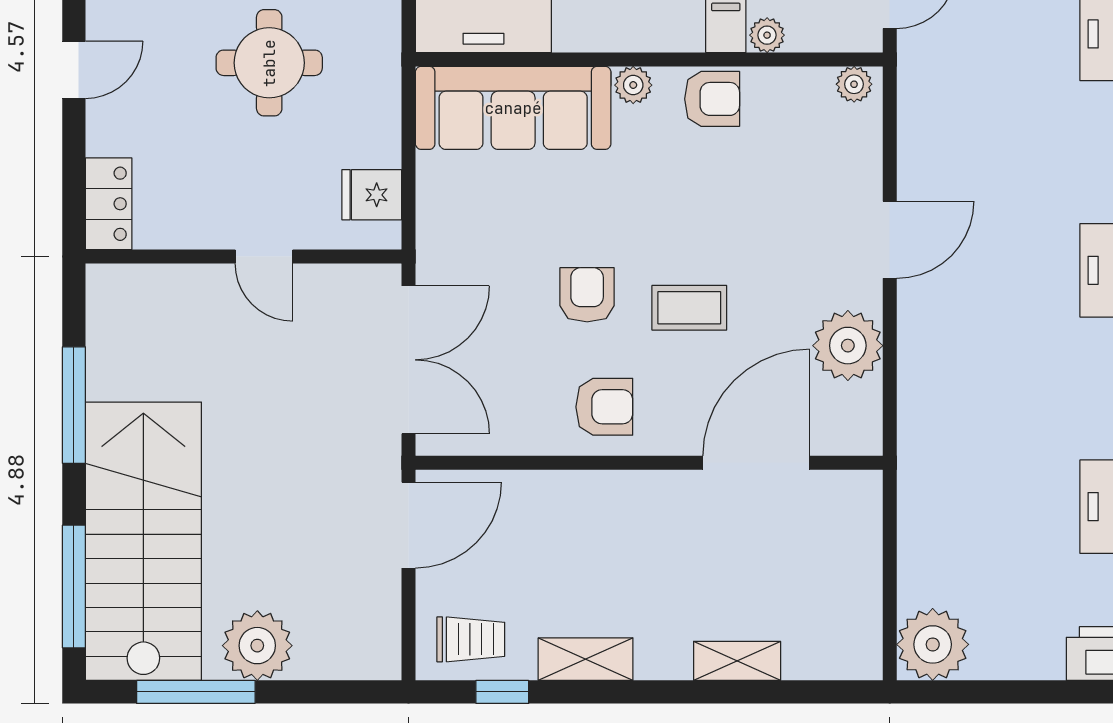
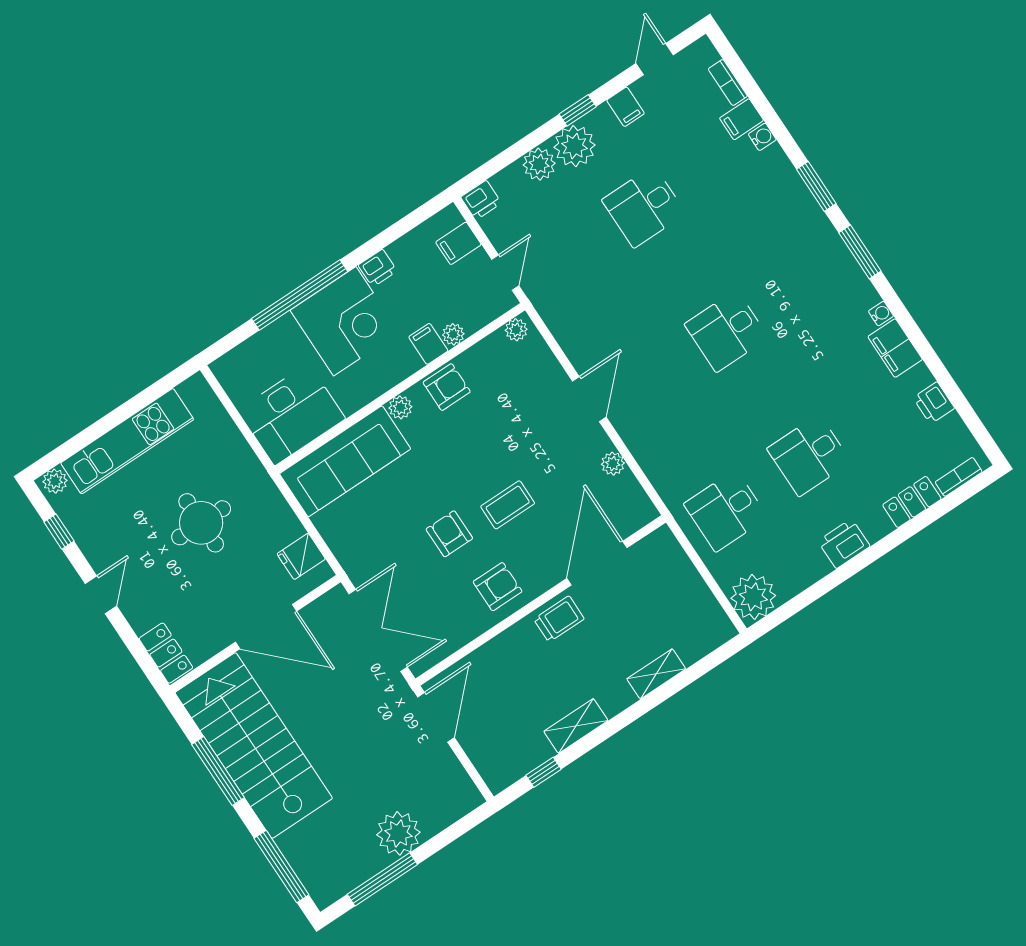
door: (264, 257) -> (266, 627), width x1.88
plant: (848, 346) -> (613, 464), width x0.53, depth x0.53
desk: (972, 507) -> (726, 511), added
stairs: (143, 541) -> (254, 745), moved
trolley: (471, 639) -> (559, 619), moved

